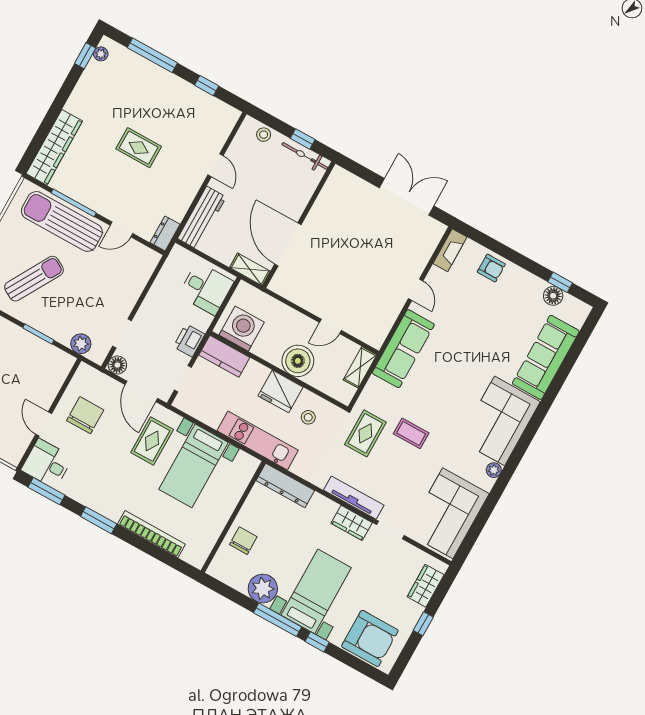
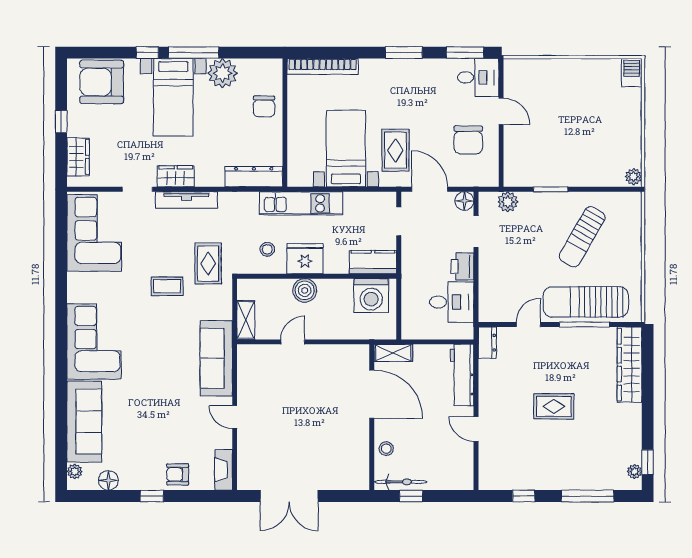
stool: (264, 135) -> (386, 449), moved
sun lounger: (62, 221) -> (586, 302), turned 180
window: (560, 282) -> (152, 496), moved
desk: (206, 288) -> (452, 302), moved, turned 180
printer: (189, 340) -> (463, 266), moved, turned 180
boiler: (298, 361) -> (305, 290), width x0.73, depth x0.73
plant: (494, 470) -> (75, 471), moved
bookcase: (151, 534) -> (323, 66), moved

